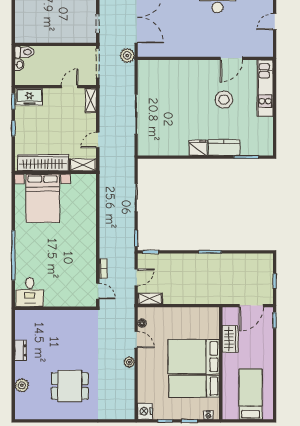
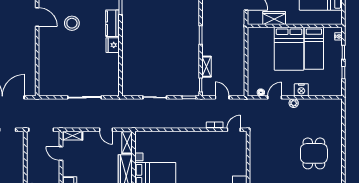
plant: (127, 56) -> (35, 105), removed
shelving: (150, 299) -> (207, 67), moved
nightstand: (145, 411) -> (301, 90), moved

